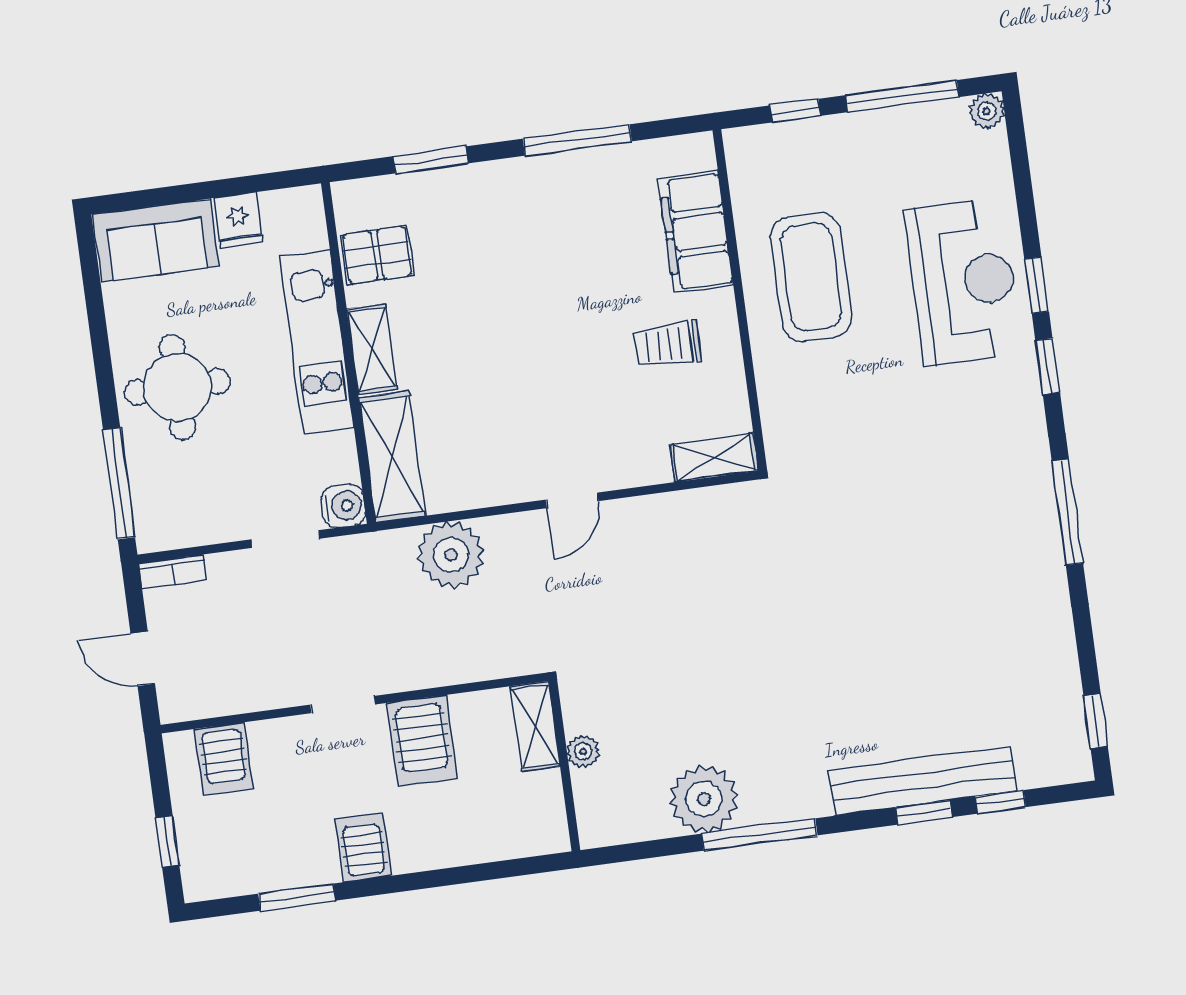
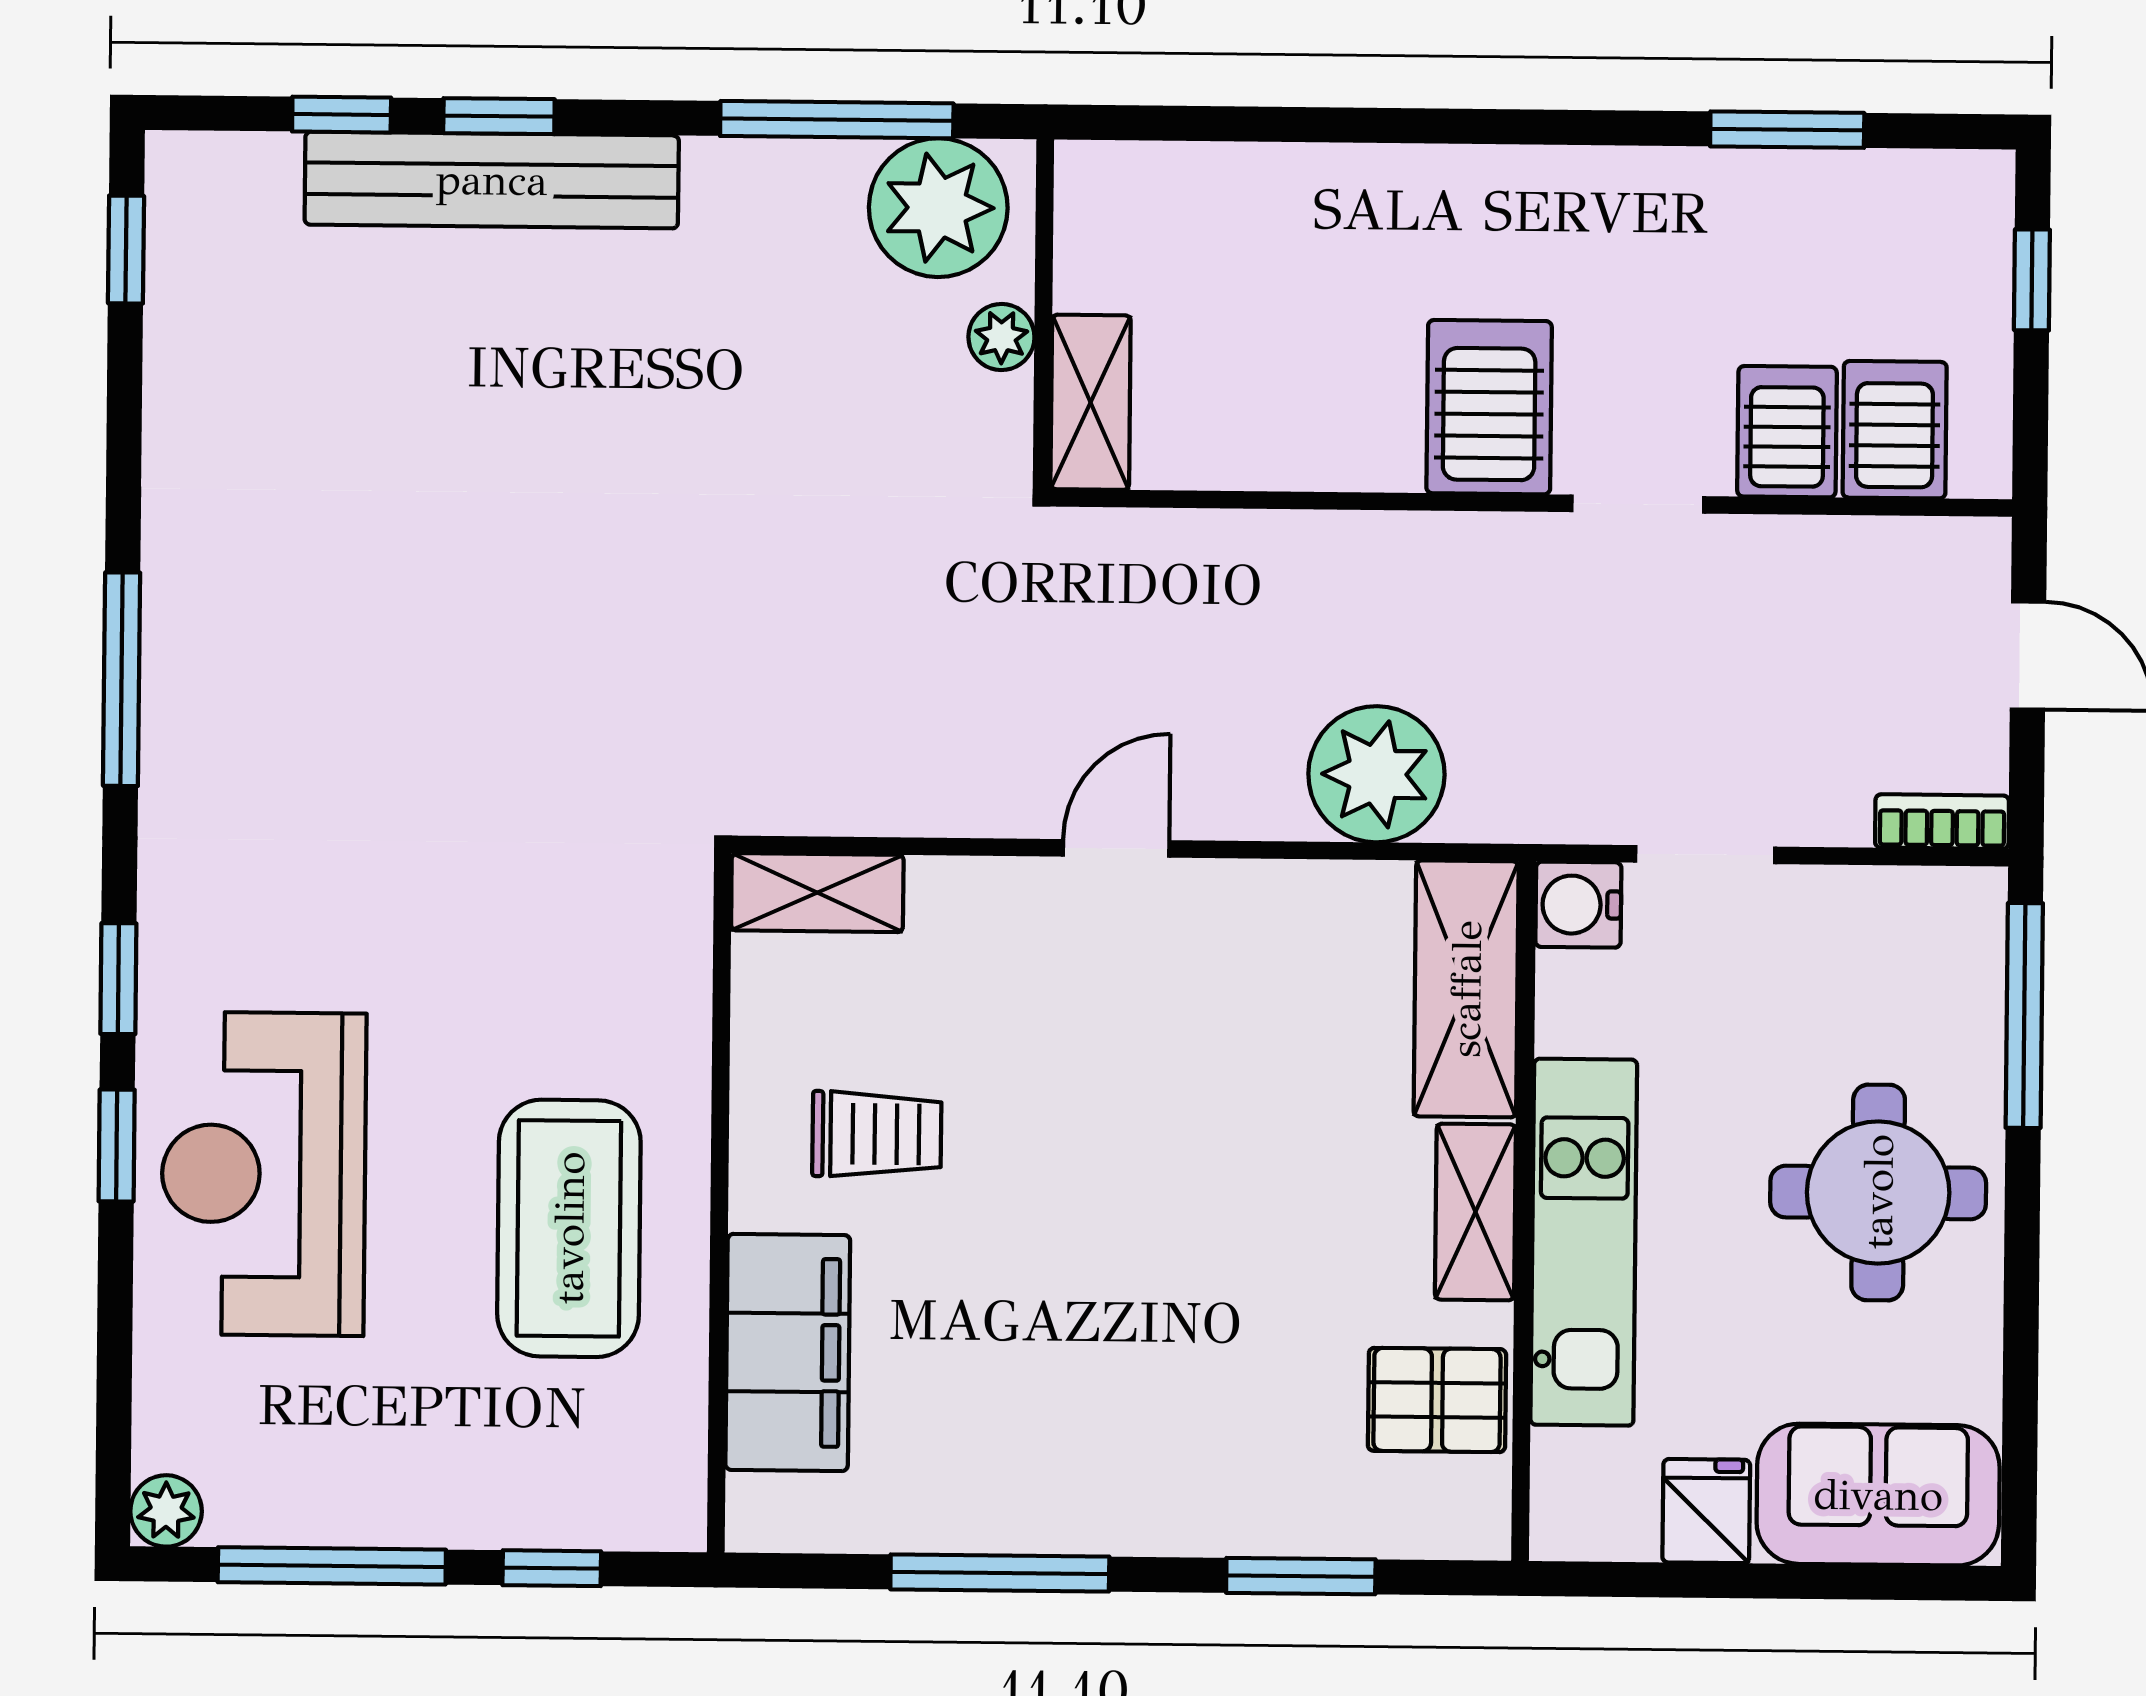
shelving: (535, 726) -> (1091, 402), moved
plant: (583, 752) -> (1001, 337), moved
wall: (564, 766) -> (1043, 314), moved
server rack: (363, 847) -> (1787, 432), moved, turned 180

